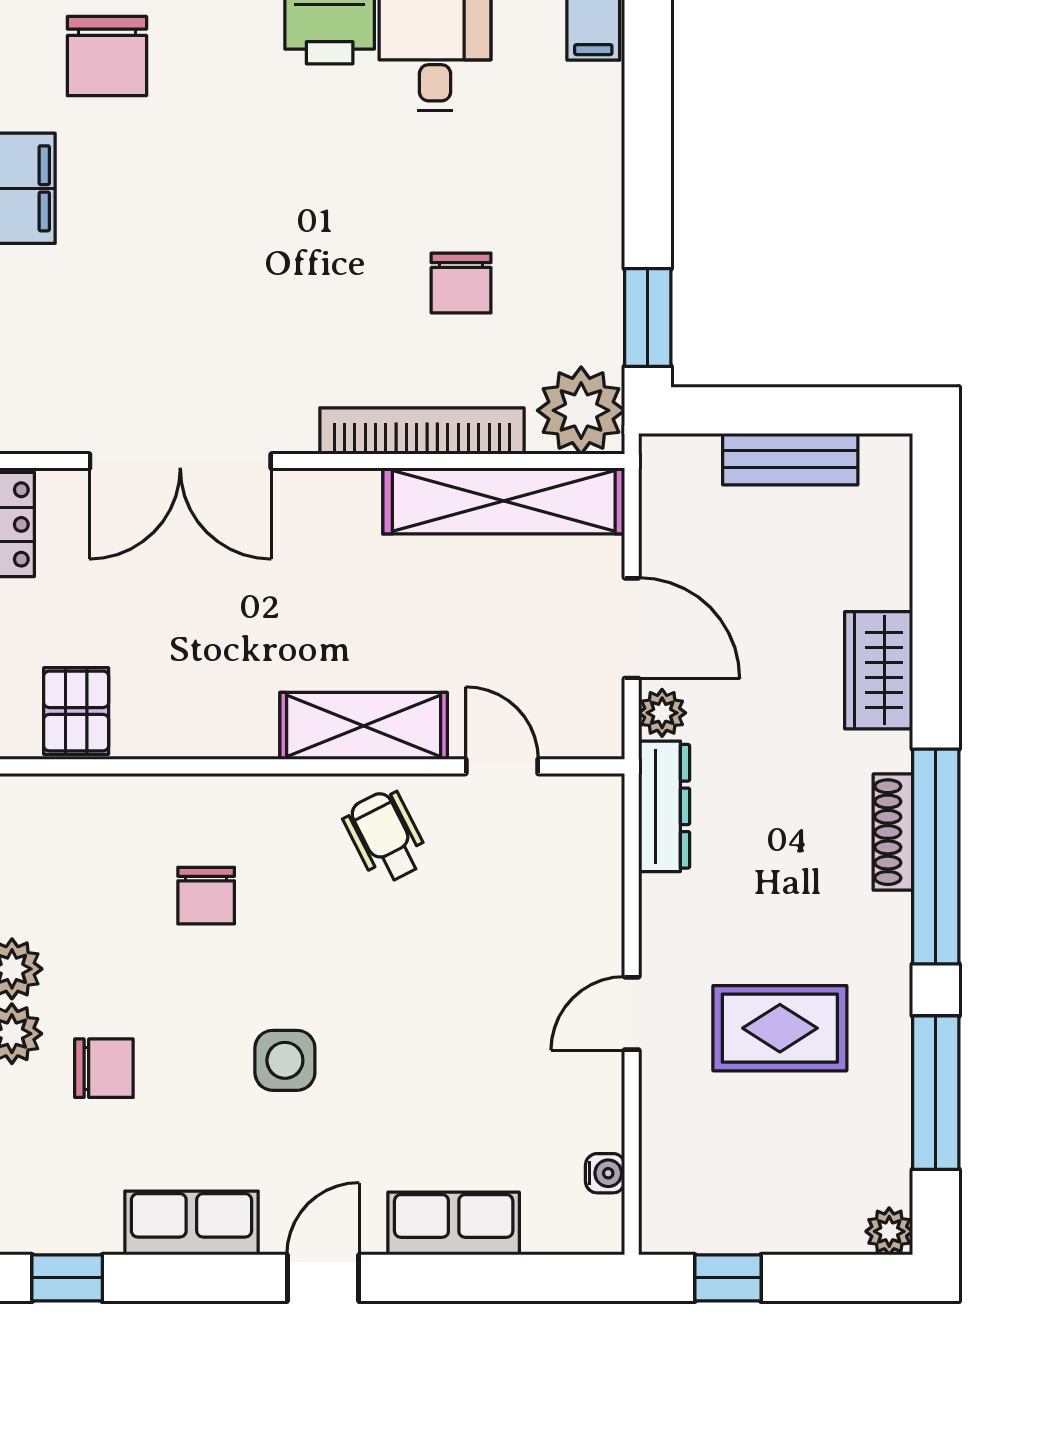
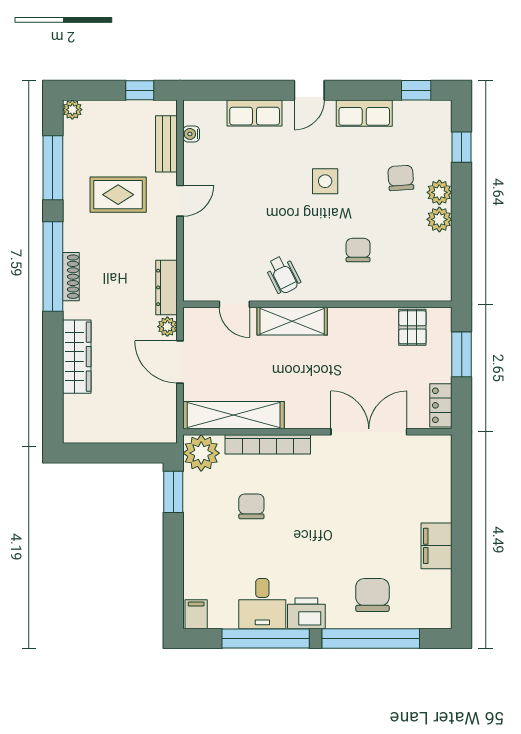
chair: (107, 56) -> (372, 595), moved
bench: (790, 459) -> (166, 144), moved, turned 90
wardrobe: (879, 670) -> (77, 357), width x1.50
chair: (104, 1068) -> (401, 178), turned 86

